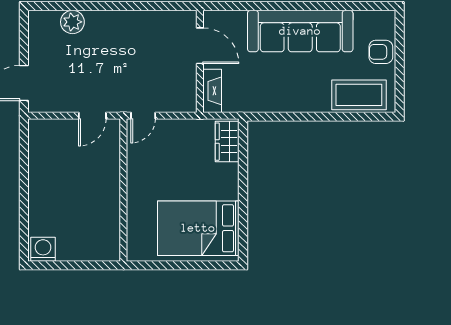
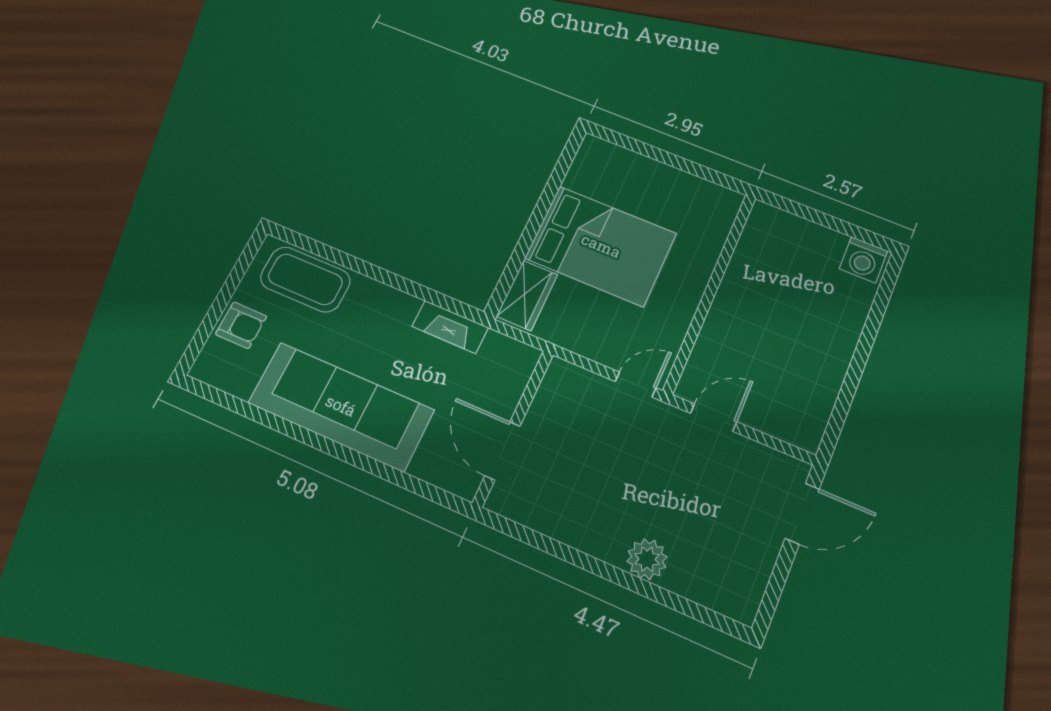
plant: (72, 22) -> (647, 559), moved
fireplace: (212, 91) -> (450, 327), moved, turned -90
bed: (198, 228) -> (601, 246), moved

